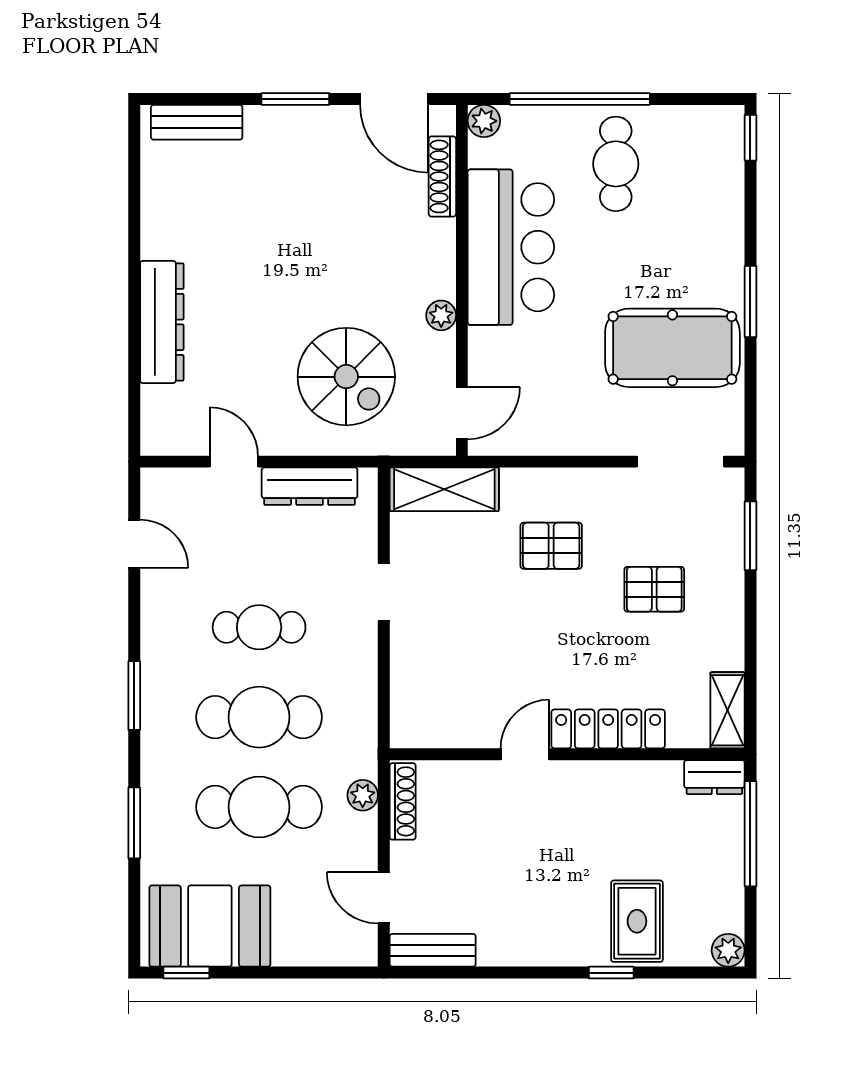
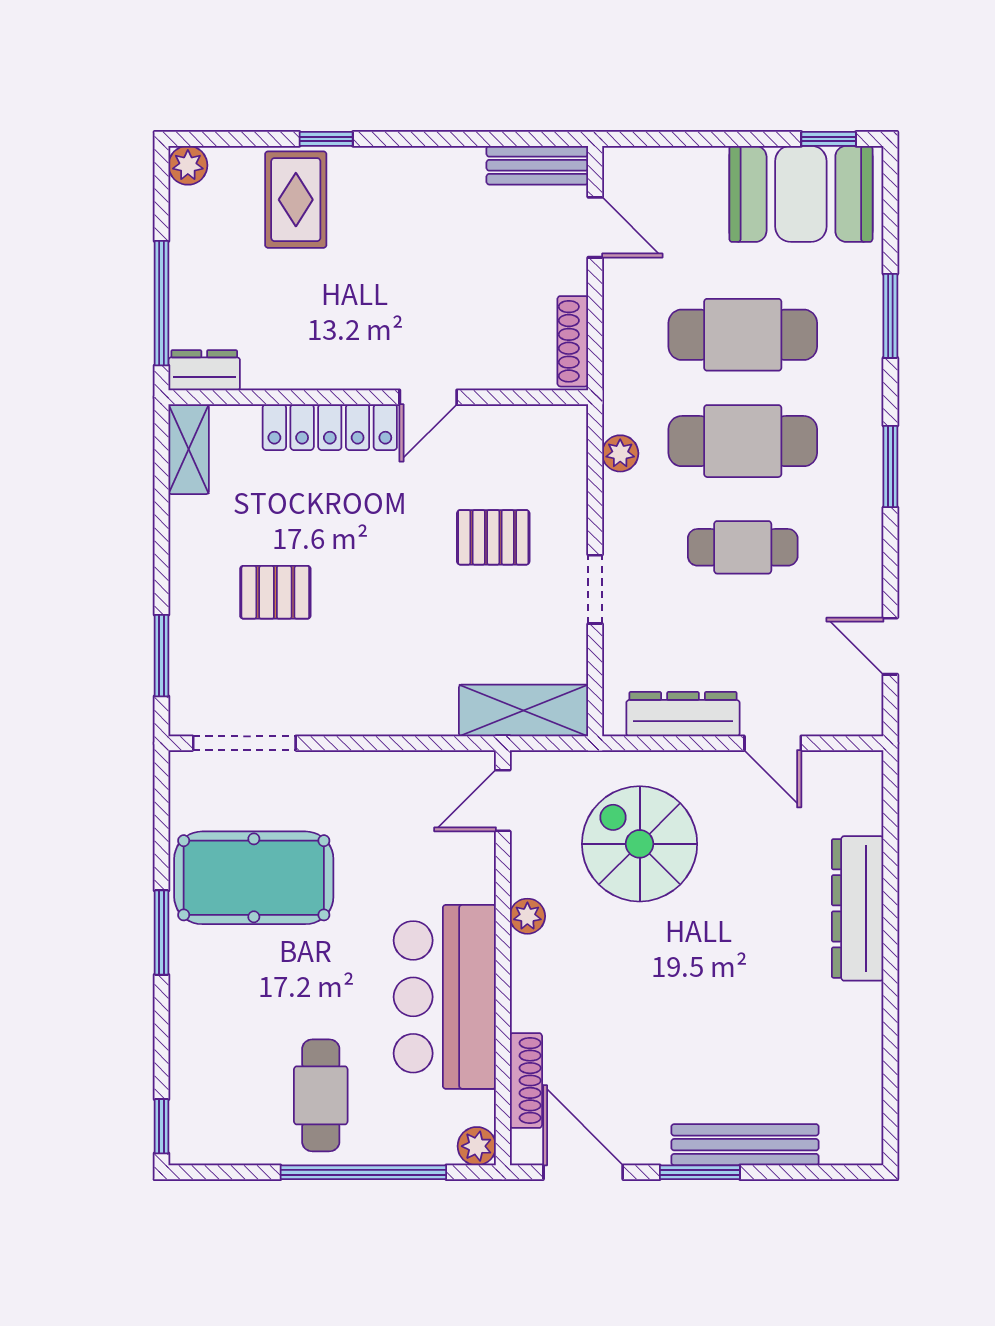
bench: (197, 122) -> (745, 1145), moved, width x1.36
pallet: (551, 546) -> (493, 537), moved
plant: (363, 795) -> (620, 453), moved

